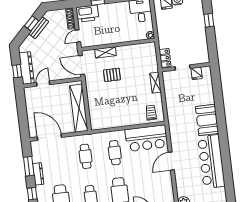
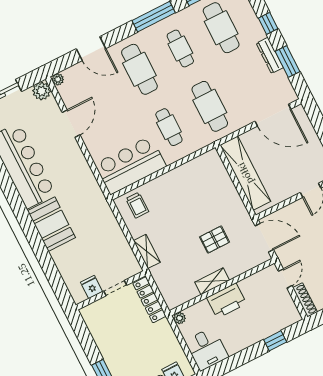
printer: (87, 14) -> (227, 301), moved, turned 180
shelving: (105, 52) -> (212, 281), moved
locker: (165, 58) -> (149, 300), width x1.53
cafe table: (86, 156) -> (210, 106), width x1.37, depth x1.35
door: (171, 161) -> (71, 124), moved

